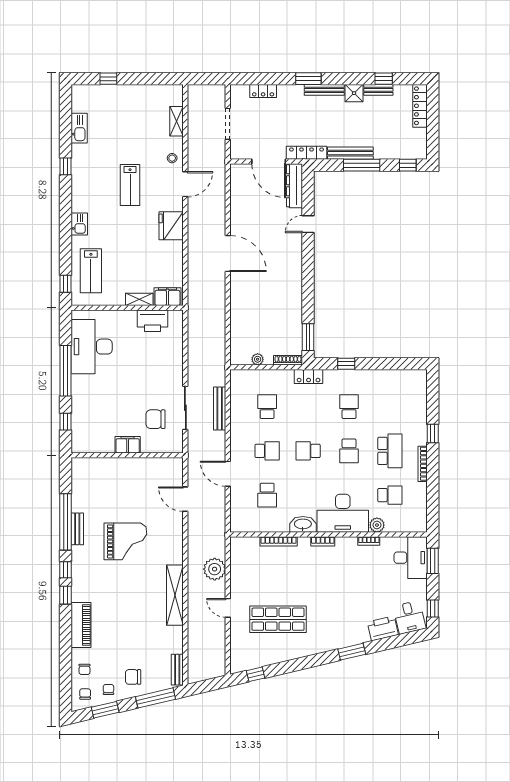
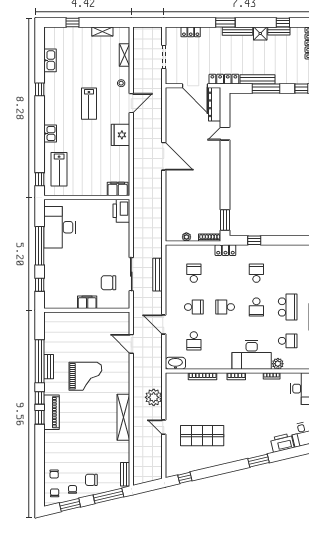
shelving: (139, 299) -> (102, 31), moved
printer: (152, 321) -> (121, 211), moved, turned 90
washbasin: (303, 524) -> (175, 363), moved
piano: (81, 625) -> (52, 412), moved

